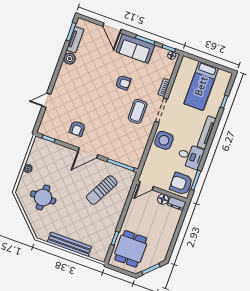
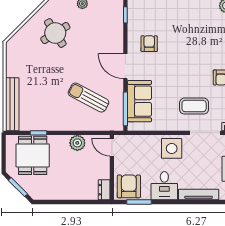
armchair: (77, 128) -> (149, 44), turned 90
sofa: (119, 152) -> (139, 101), added
round table: (43, 198) -> (55, 33), turned -32
floor lamp: (163, 199) -> (103, 172), removed
plant: (133, 211) -> (77, 143), added
bench: (69, 244) -> (12, 104), moved
dining table: (131, 249) -> (33, 155), turned 90

